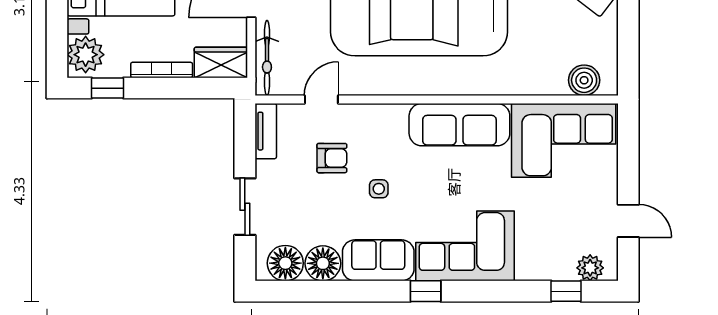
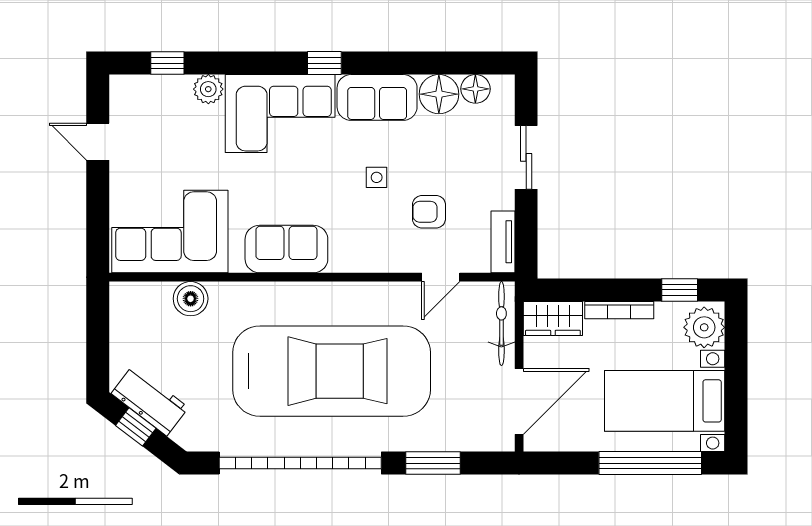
boiler: (584, 80) -> (191, 299), moved
sofa: (459, 125) -> (286, 249), width x0.73
floor lamp: (285, 263) -> (475, 89), width x0.73, depth x0.73
plant: (590, 268) -> (208, 89), moved

